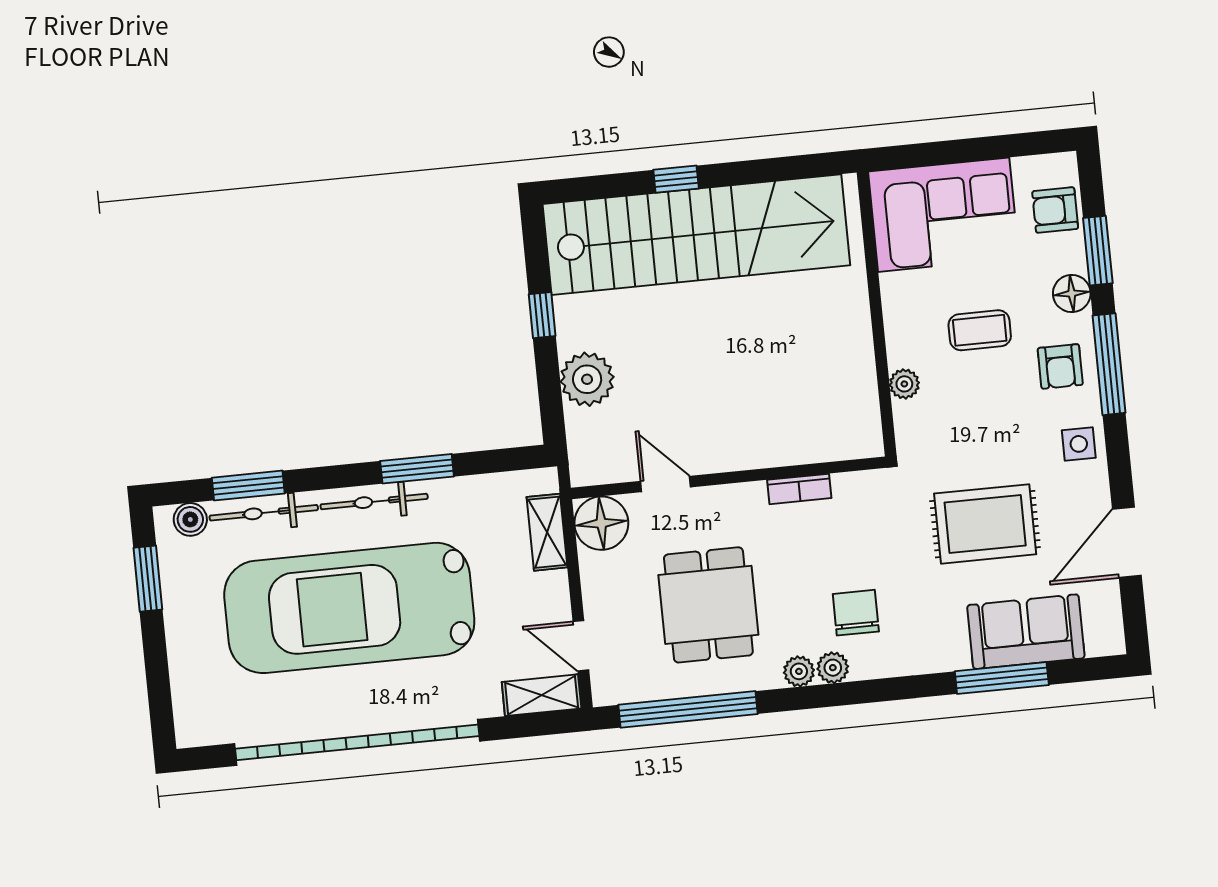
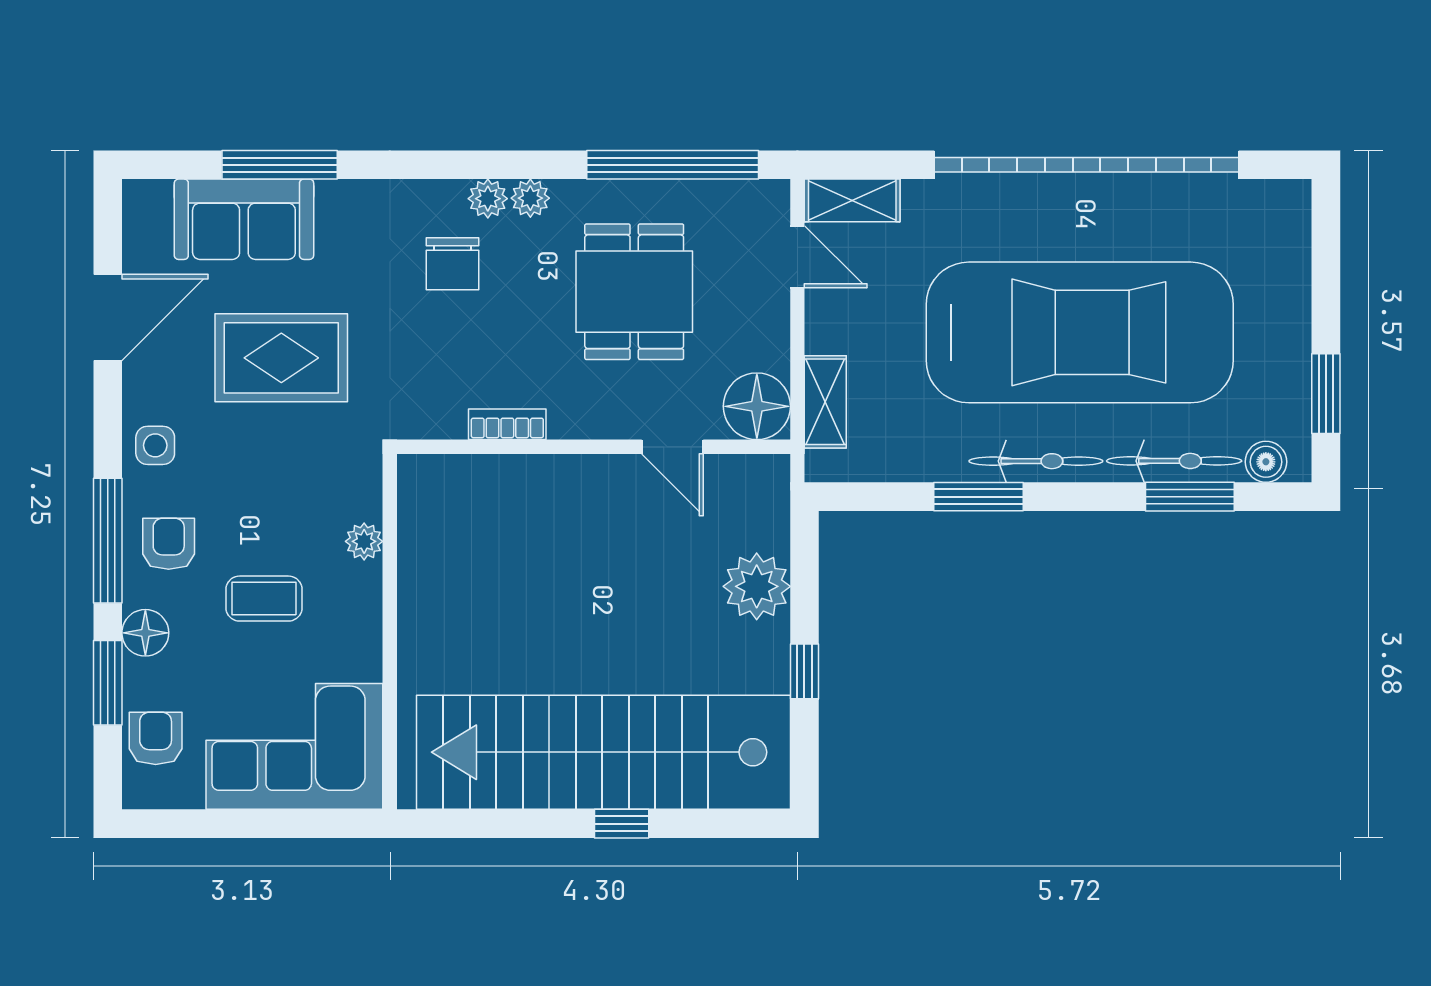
armchair: (1055, 210) -> (156, 738), turned -90

